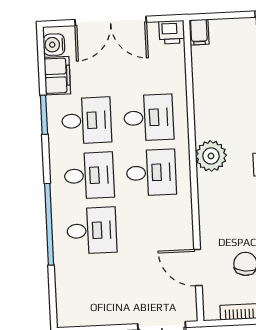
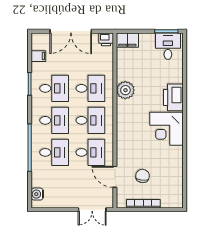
filing cabinet: (199, 32) -> (127, 40), width x2.00
water cooler: (54, 45) -> (37, 194), moved
filing cabinet: (57, 76) -> (38, 56), width x0.50
plant: (211, 156) -> (125, 90), moved
desk: (154, 228) -> (90, 152), added

